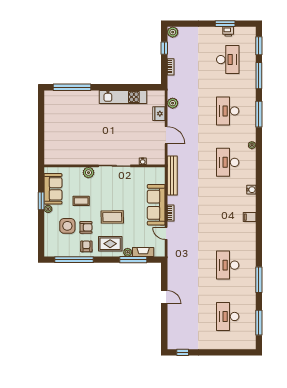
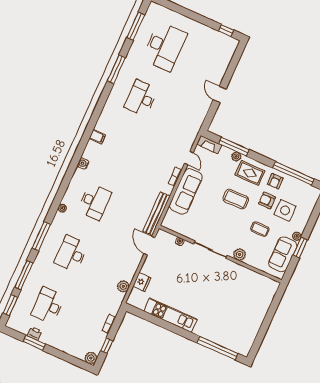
desk: (228, 111) -> (71, 254), turned 180
door: (166, 135) -> (149, 246), moved
fireplace: (143, 252) -> (209, 145), moved
desk: (228, 265) -> (141, 98), turned 180
desk: (228, 316) -> (164, 46), width x1.36, depth x1.30

